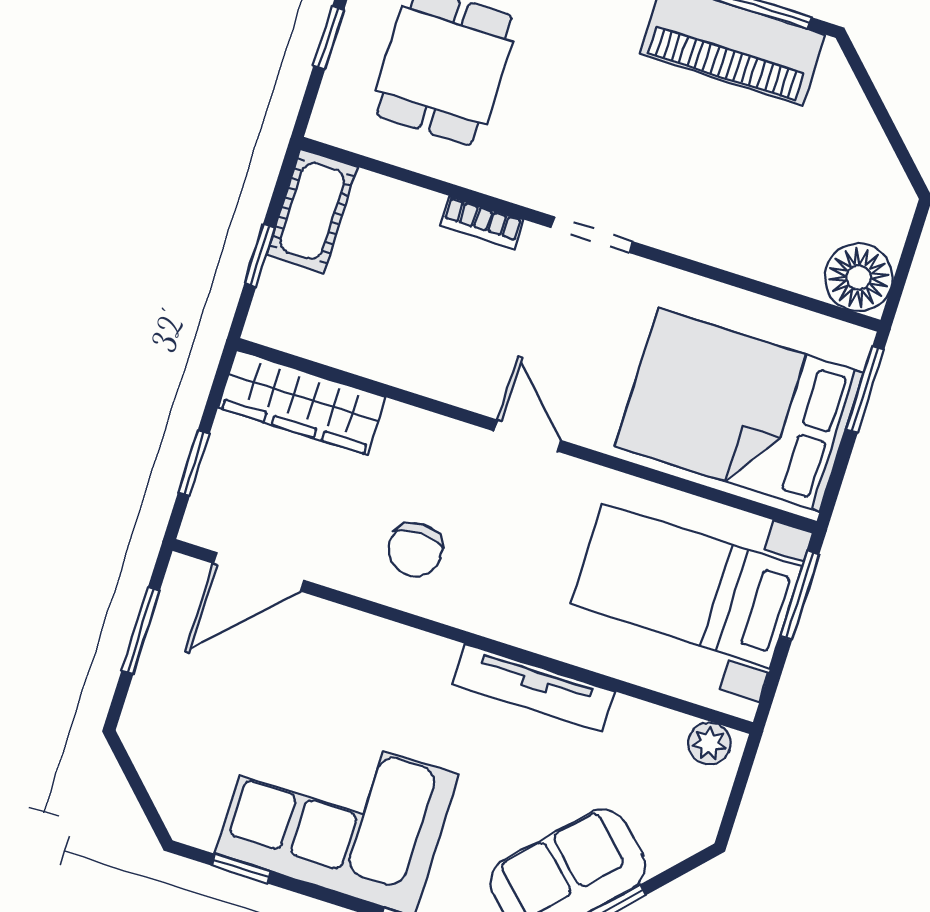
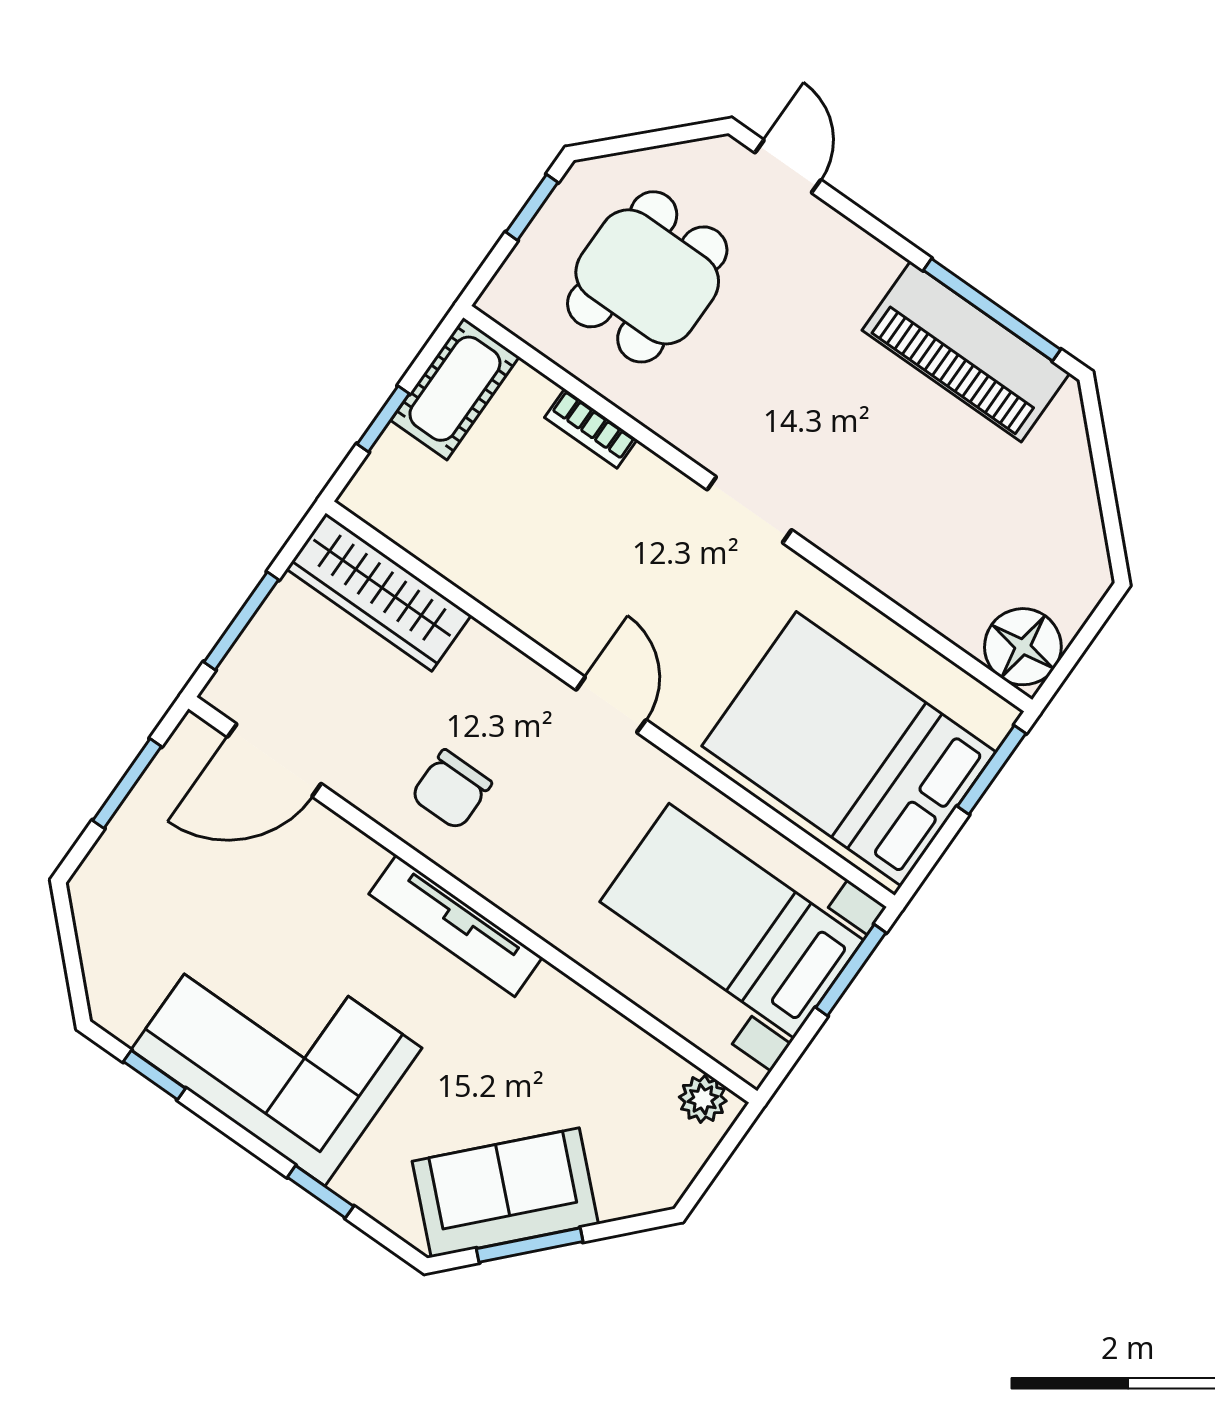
bookcase: (482, 223) -> (591, 429), moved
window: (194, 463) -> (241, 621), width x1.50
tv unit: (534, 688) -> (456, 926), moved

